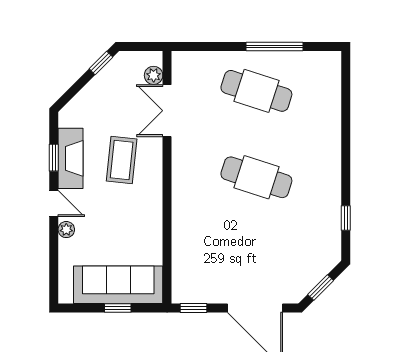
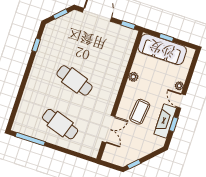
window: (274, 47) -> (30, 139), moved
plant: (154, 75) -> (133, 77), moved

